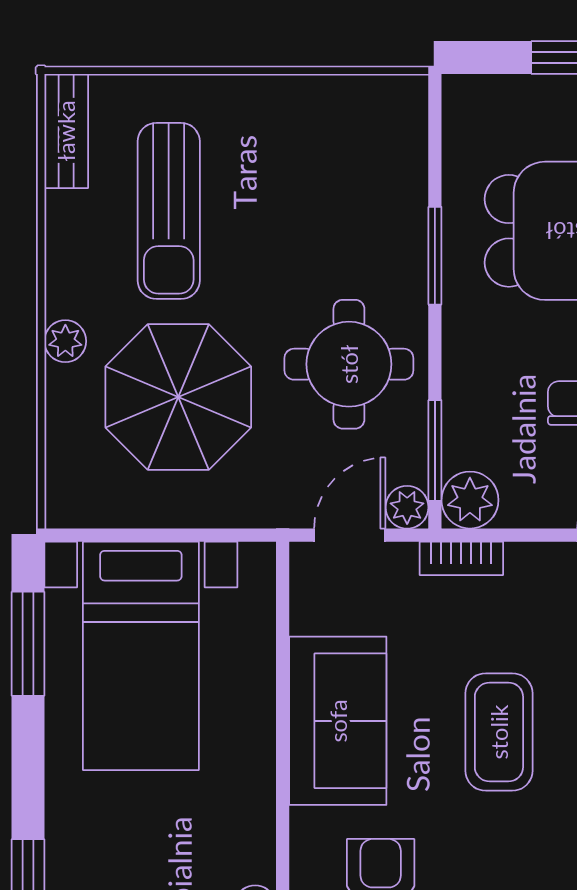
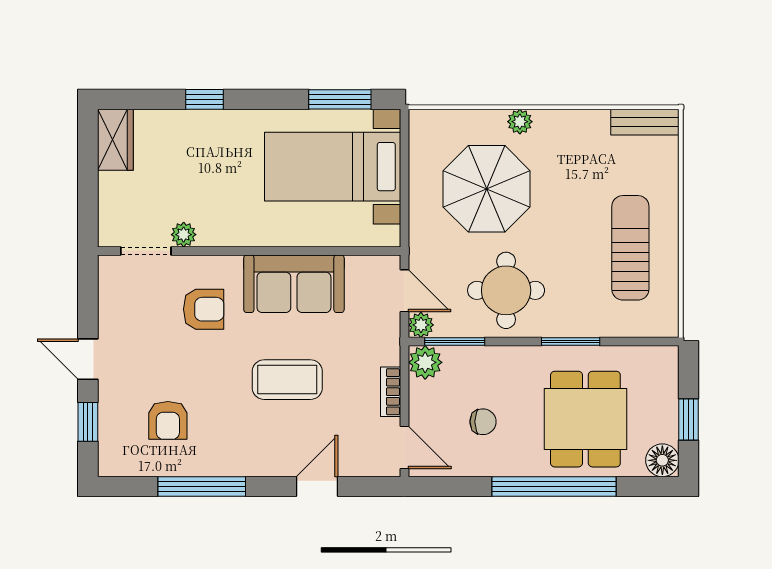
sun lounger: (169, 211) -> (630, 248), moved, turned 90
bookcase: (461, 558) -> (391, 392), moved

